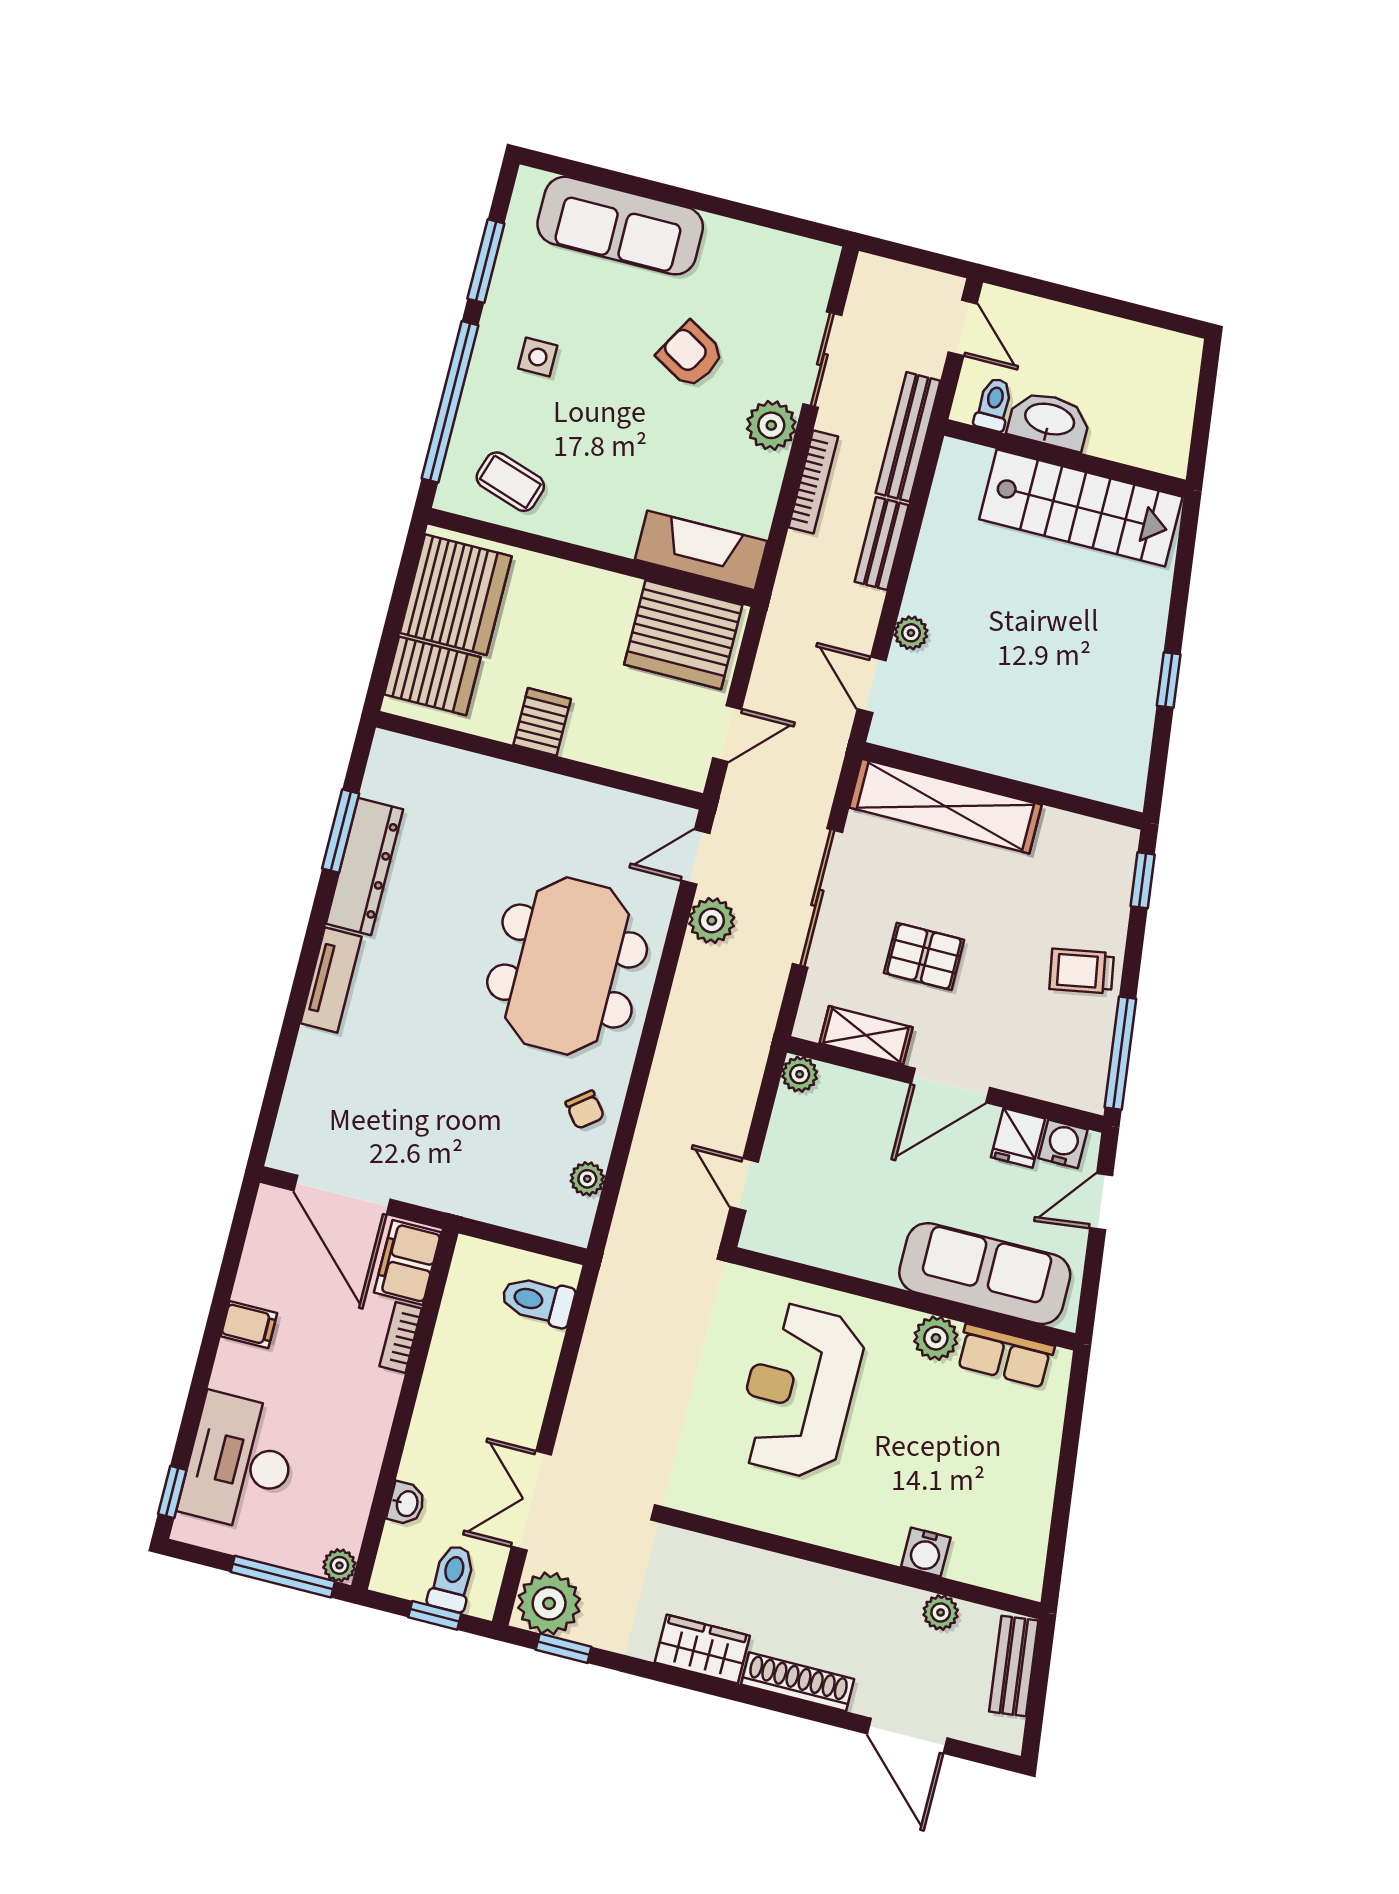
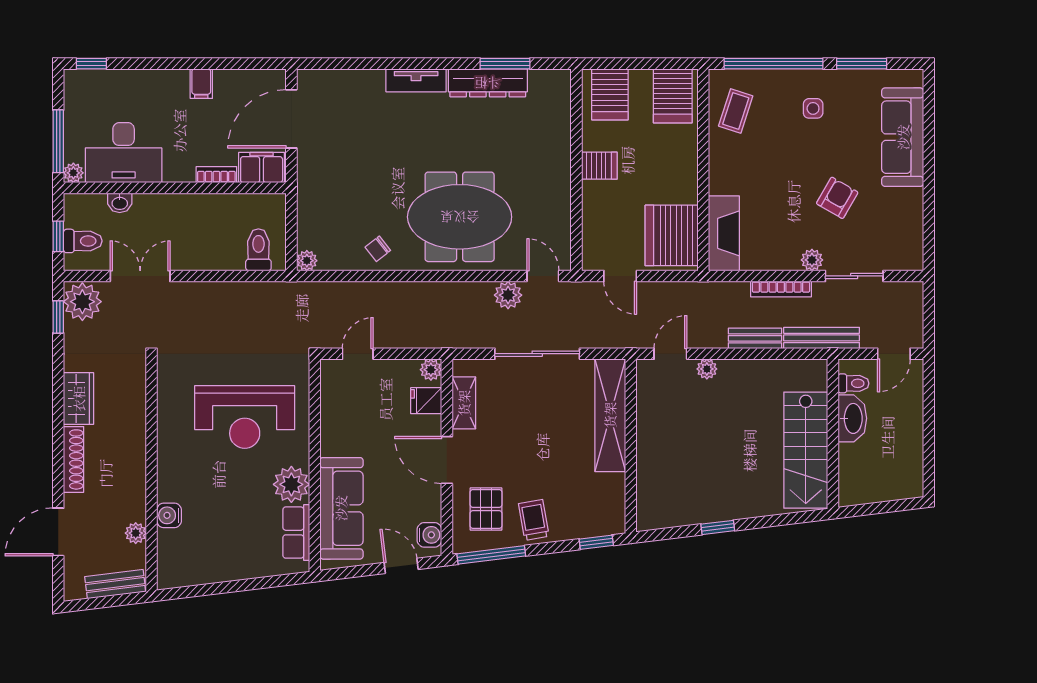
plant: (771, 425) -> (812, 260), width x0.73, depth x0.73
server rack: (456, 595) -> (673, 96), width x0.62
pallet: (924, 956) -> (486, 509), moved
fridge: (1018, 1138) -> (426, 401), moved
plant: (587, 1179) -> (307, 261), moved
plant: (936, 1338) -> (291, 484), width x1.36, depth x1.36
reception desk: (799, 1391) -> (245, 417), turned 180
desk: (240, 1462) -> (124, 153), moved, turned 180

